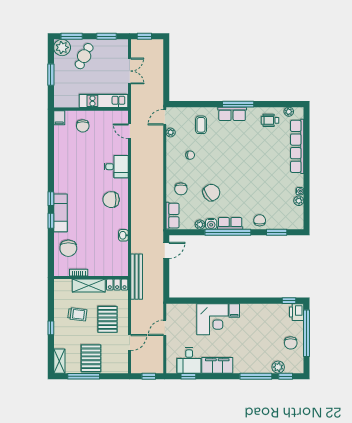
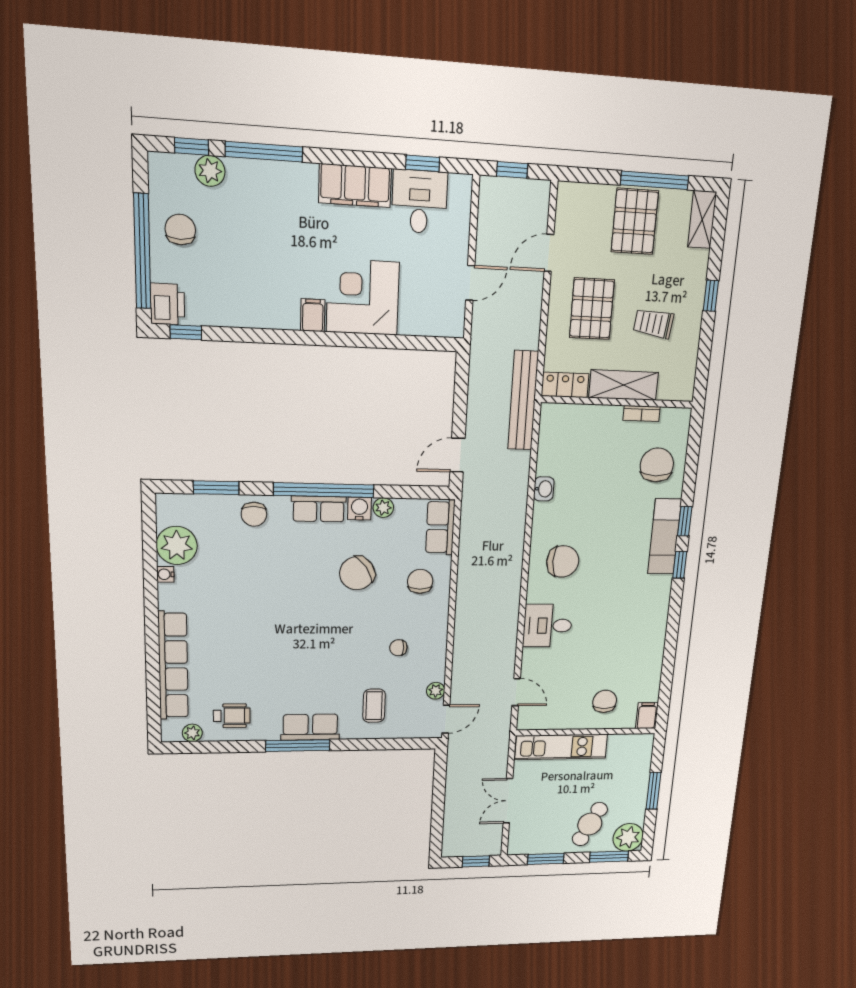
plant: (299, 201) -> (177, 545), width x1.87, depth x1.87

